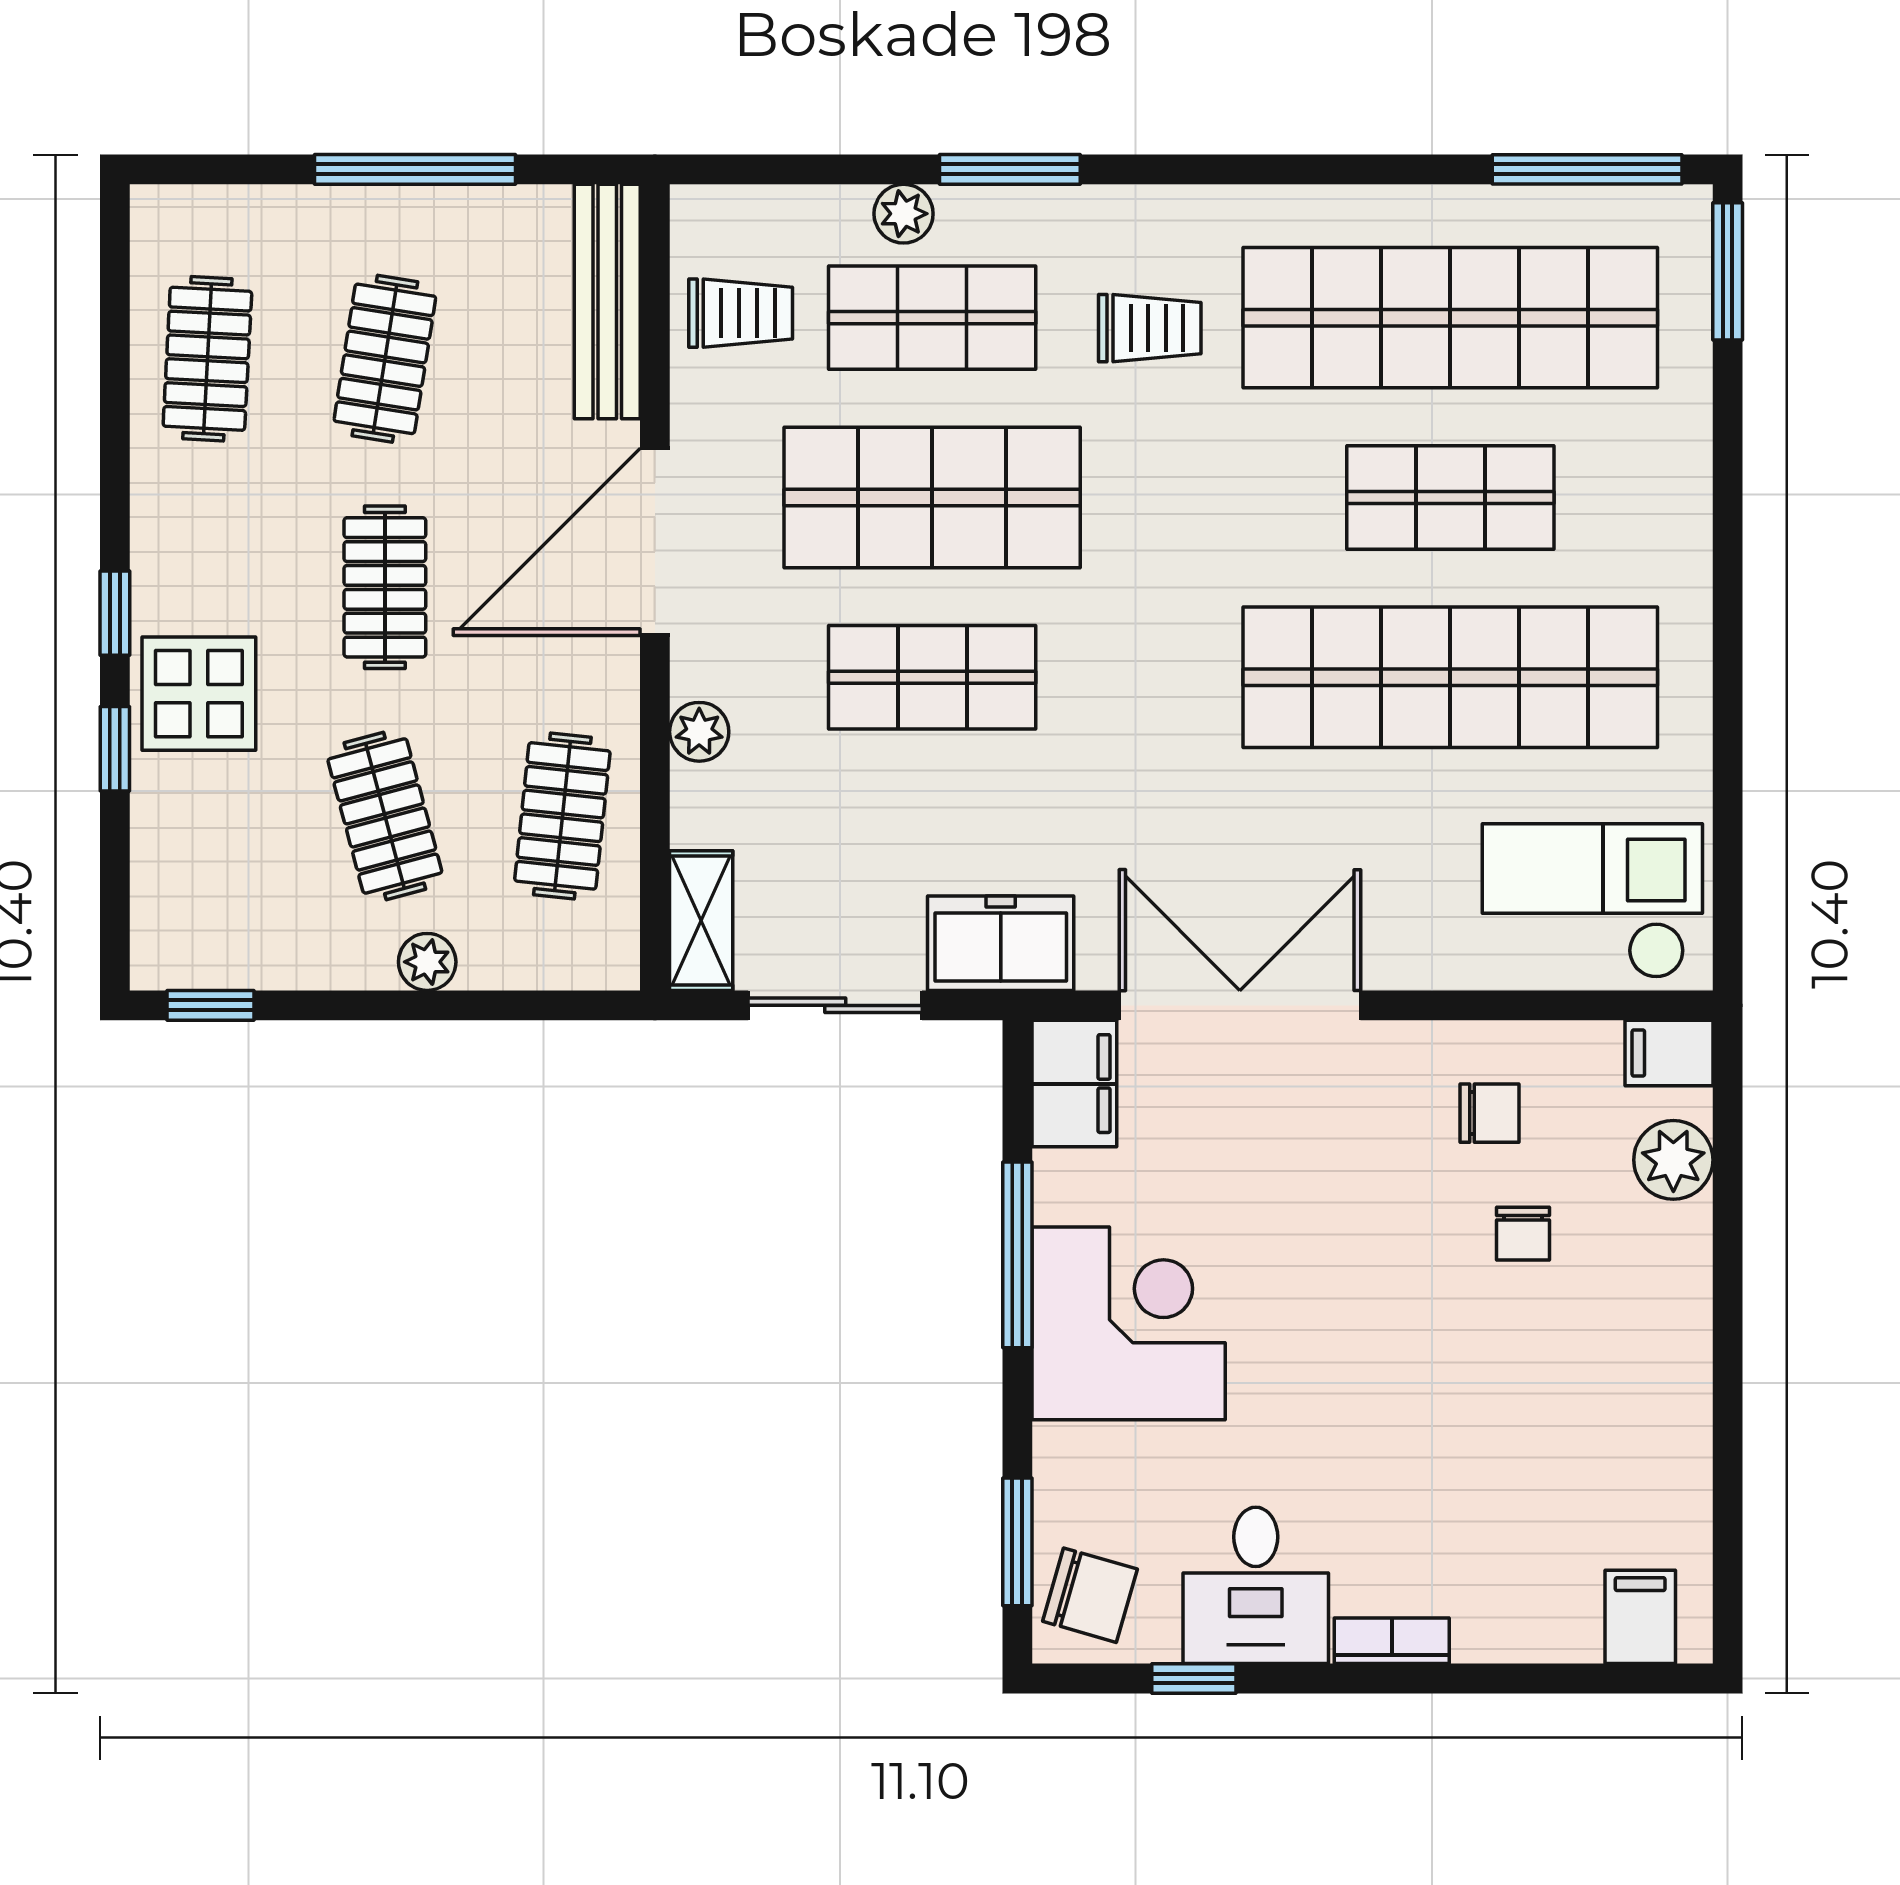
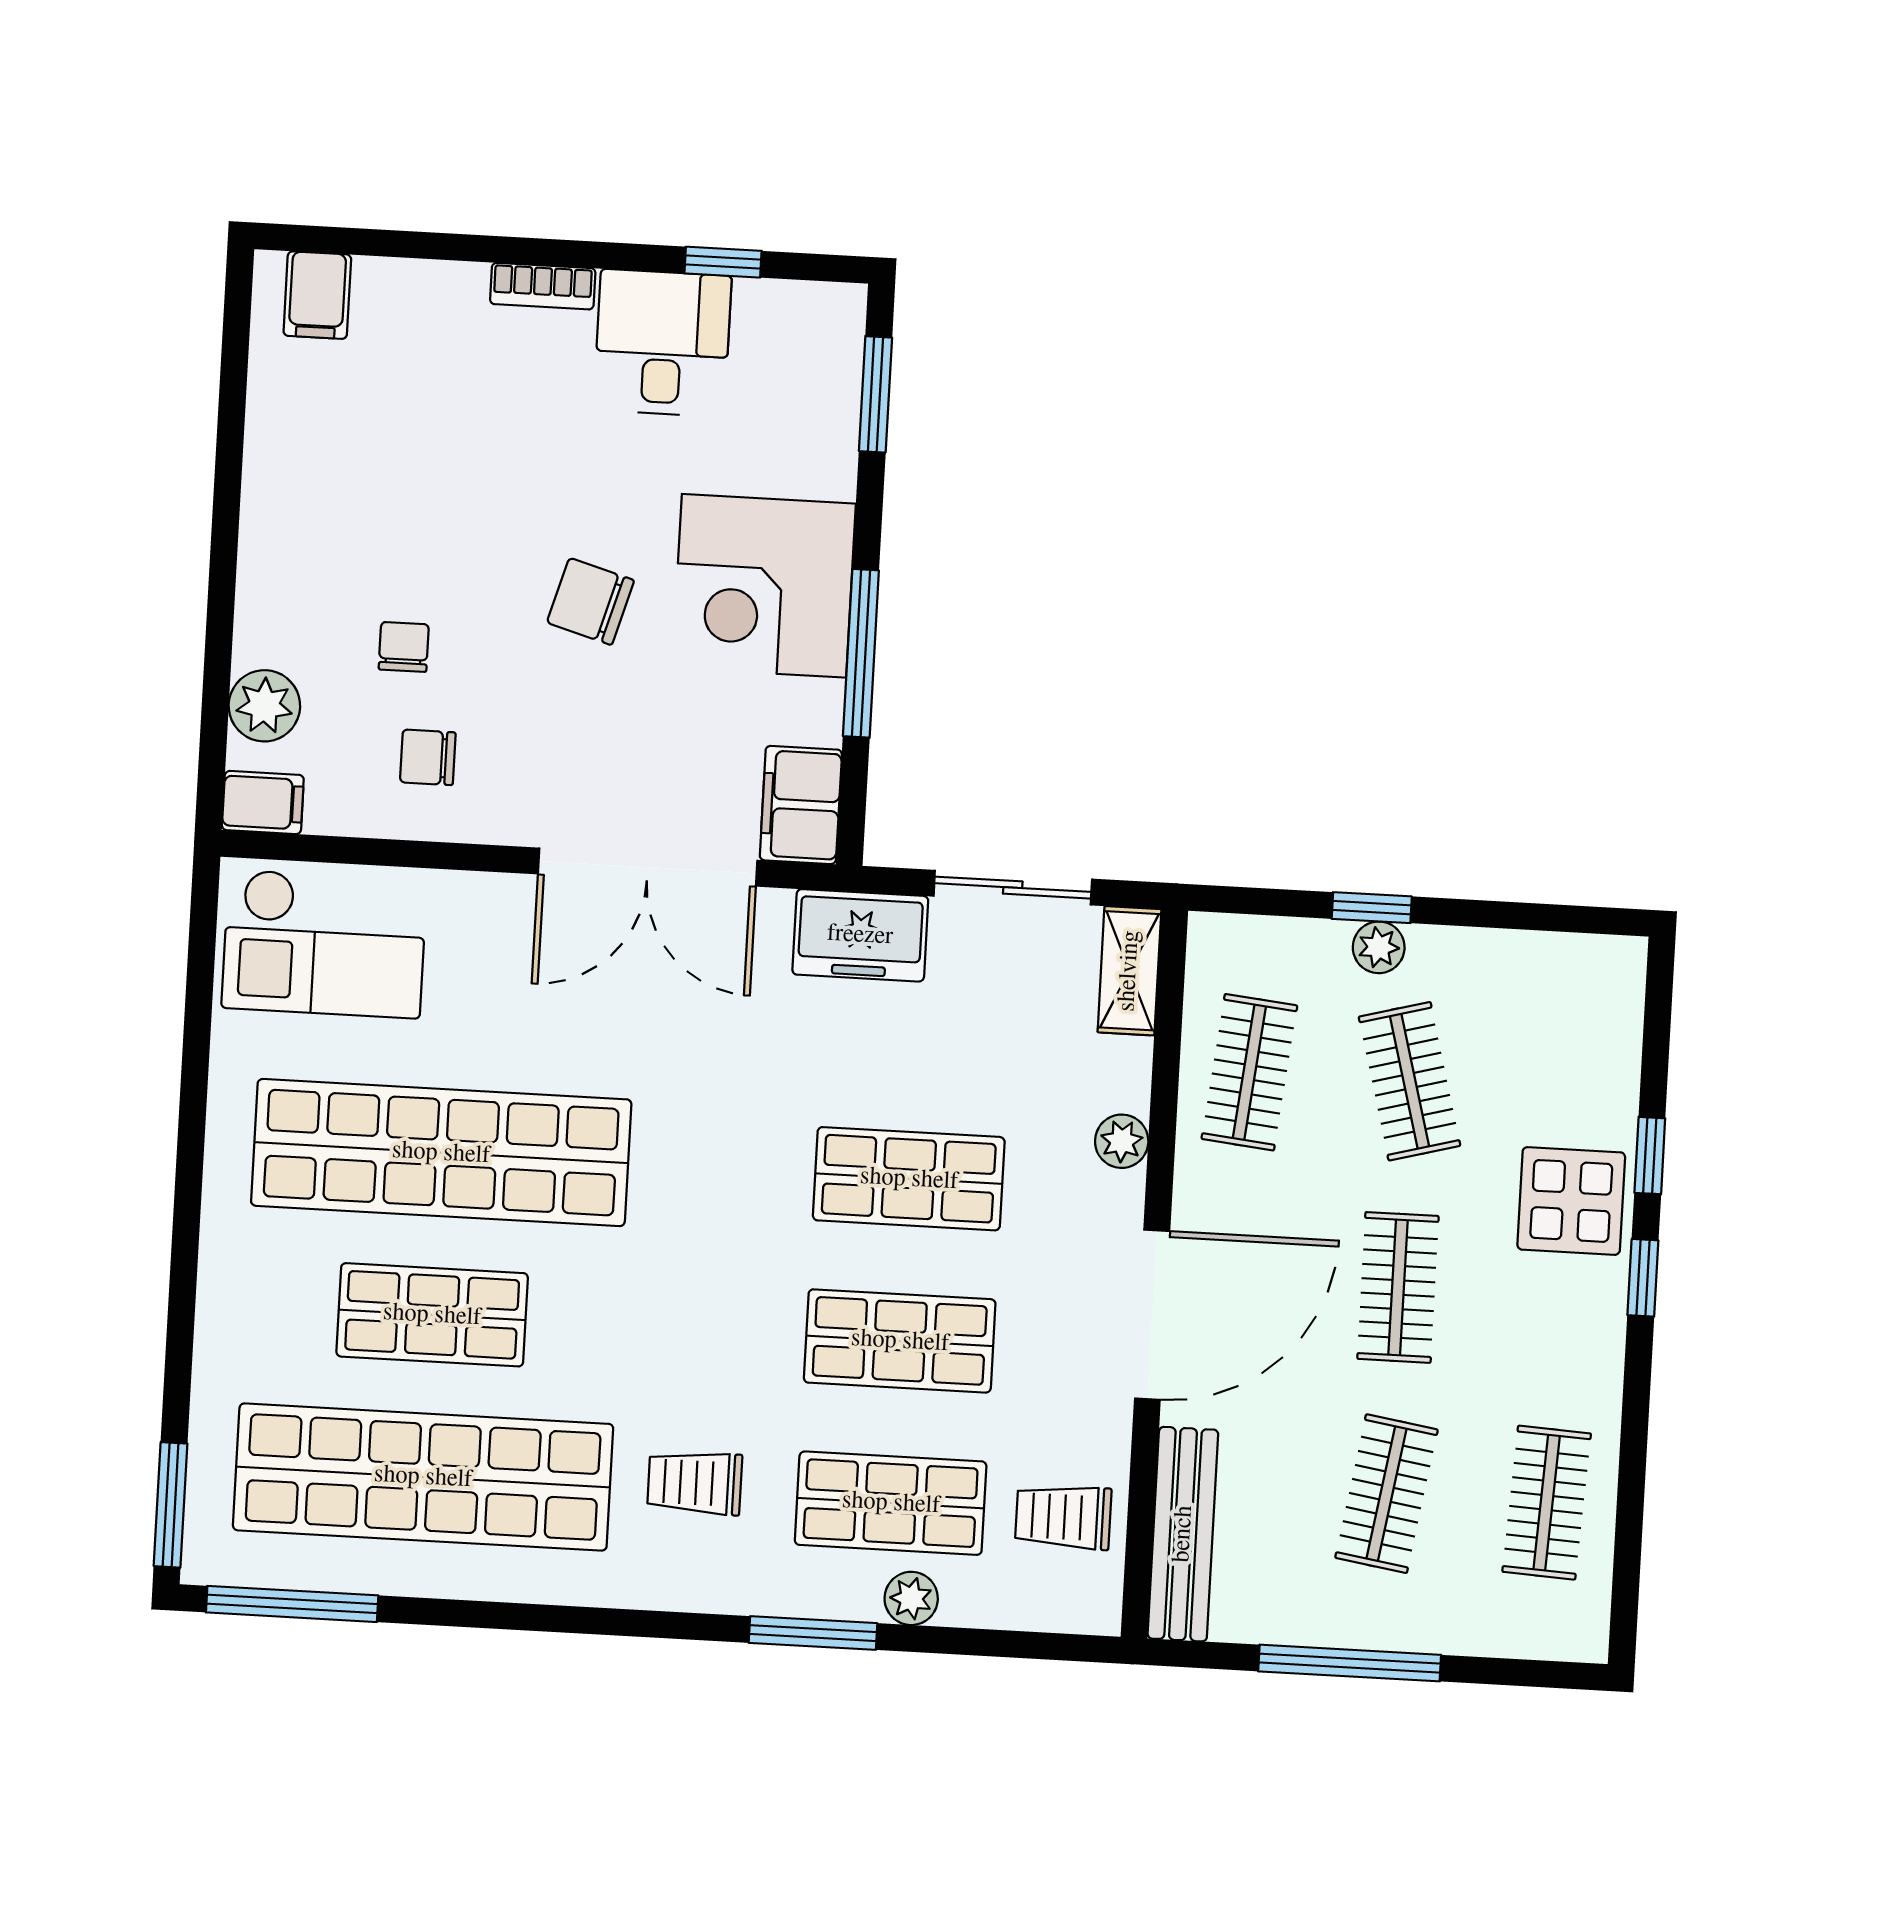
shop shelf: (932, 497) -> (900, 1341), width x0.70, depth x0.74
window: (210, 1005) -> (1372, 908), moved
chair: (1090, 1595) -> (591, 601), moved

